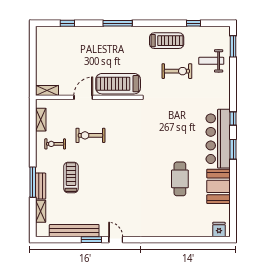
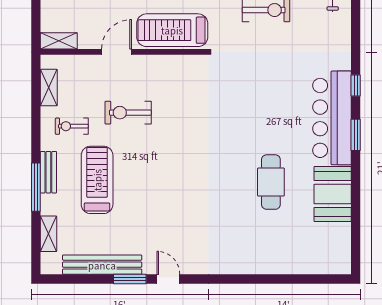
treadmill: (71, 178) -> (97, 180), width x1.37, depth x1.37
bench: (41, 186) -> (48, 172), moved
fridge: (219, 229) -> (333, 263), removed

